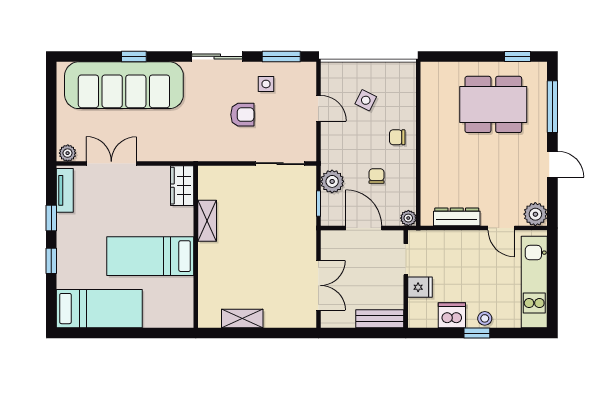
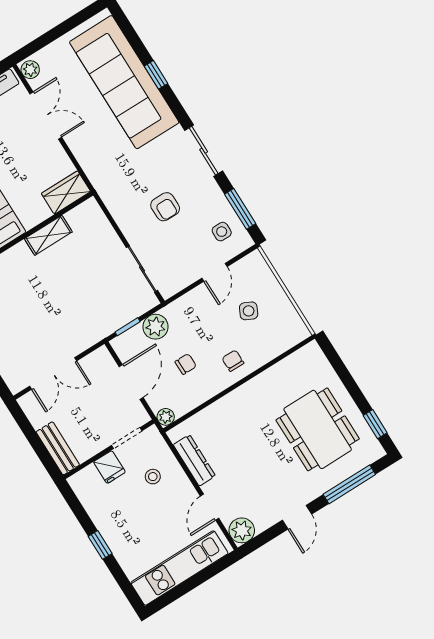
side table: (266, 84) -> (222, 232), moved
dishwasher: (452, 315) -> (102, 512), removed
stool: (485, 318) -> (153, 477), moved

